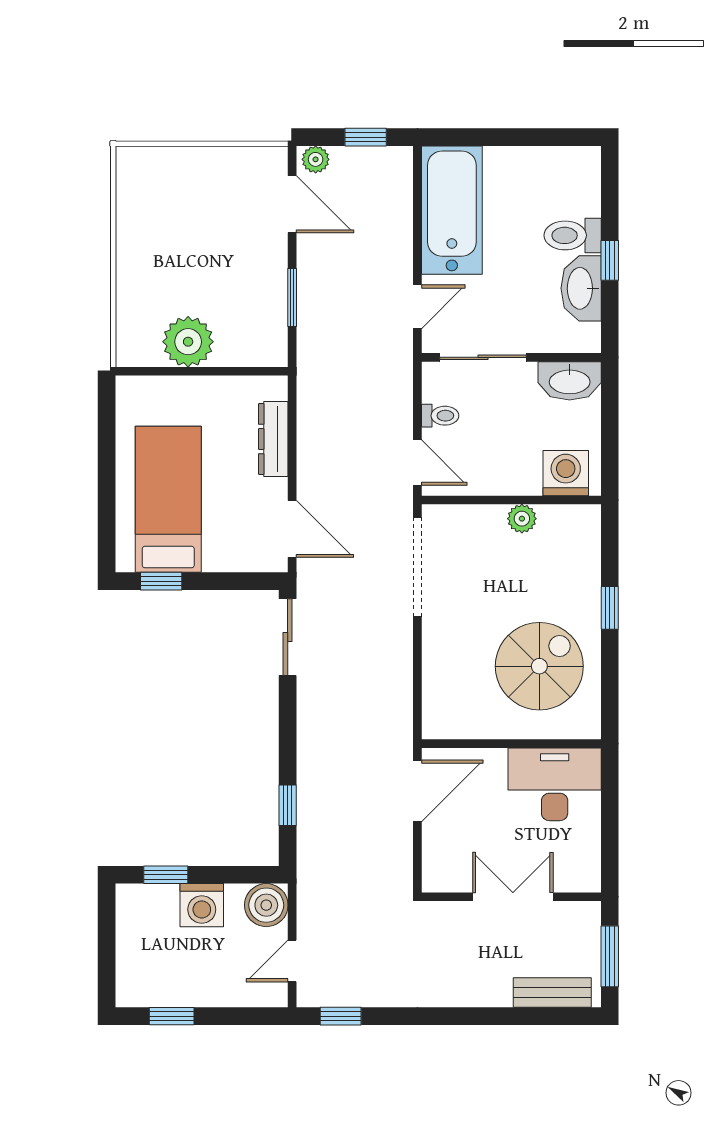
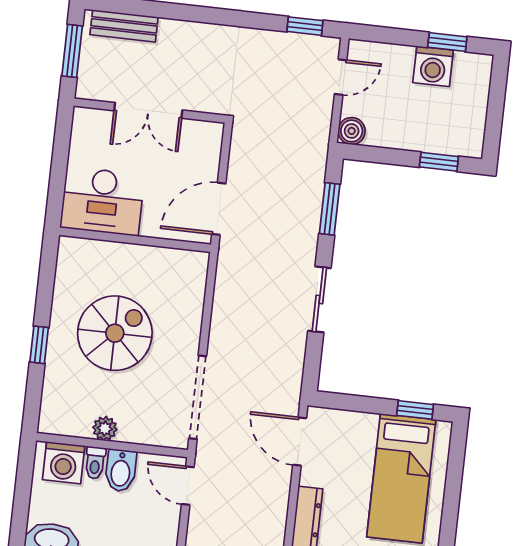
toilet: (440, 416) -> (95, 463), moved, turned -90
bidet: (498, 472) -> (121, 470), added
sliding door: (288, 637) -> (319, 299), moved
spiral stairs: (539, 666) -> (115, 333), moved, turned 180
window: (288, 805) -> (330, 209), width x1.50
washing machine: (202, 905) -> (433, 66), moved, turned 180
boiler: (266, 905) -> (352, 131), width x0.73, depth x0.73

